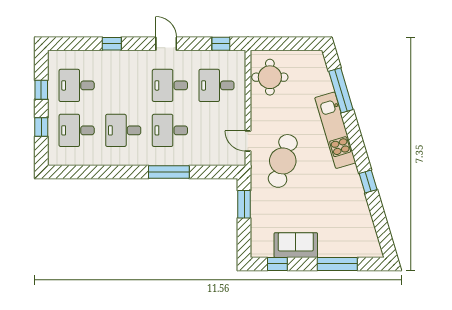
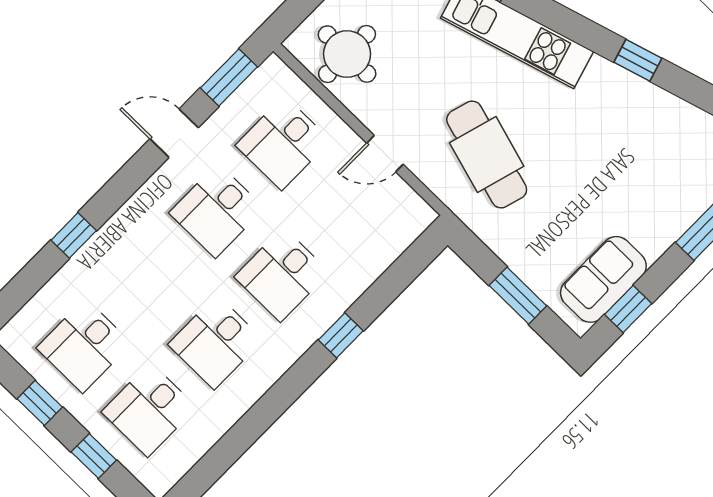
door: (166, 44) -> (174, 133), moved
window: (221, 44) -> (229, 77), width x1.50
door: (248, 141) -> (385, 154), moved
window: (169, 172) -> (341, 335), width x0.46
window: (244, 204) -> (518, 296), moved
sofa: (296, 245) -> (603, 279), moved

